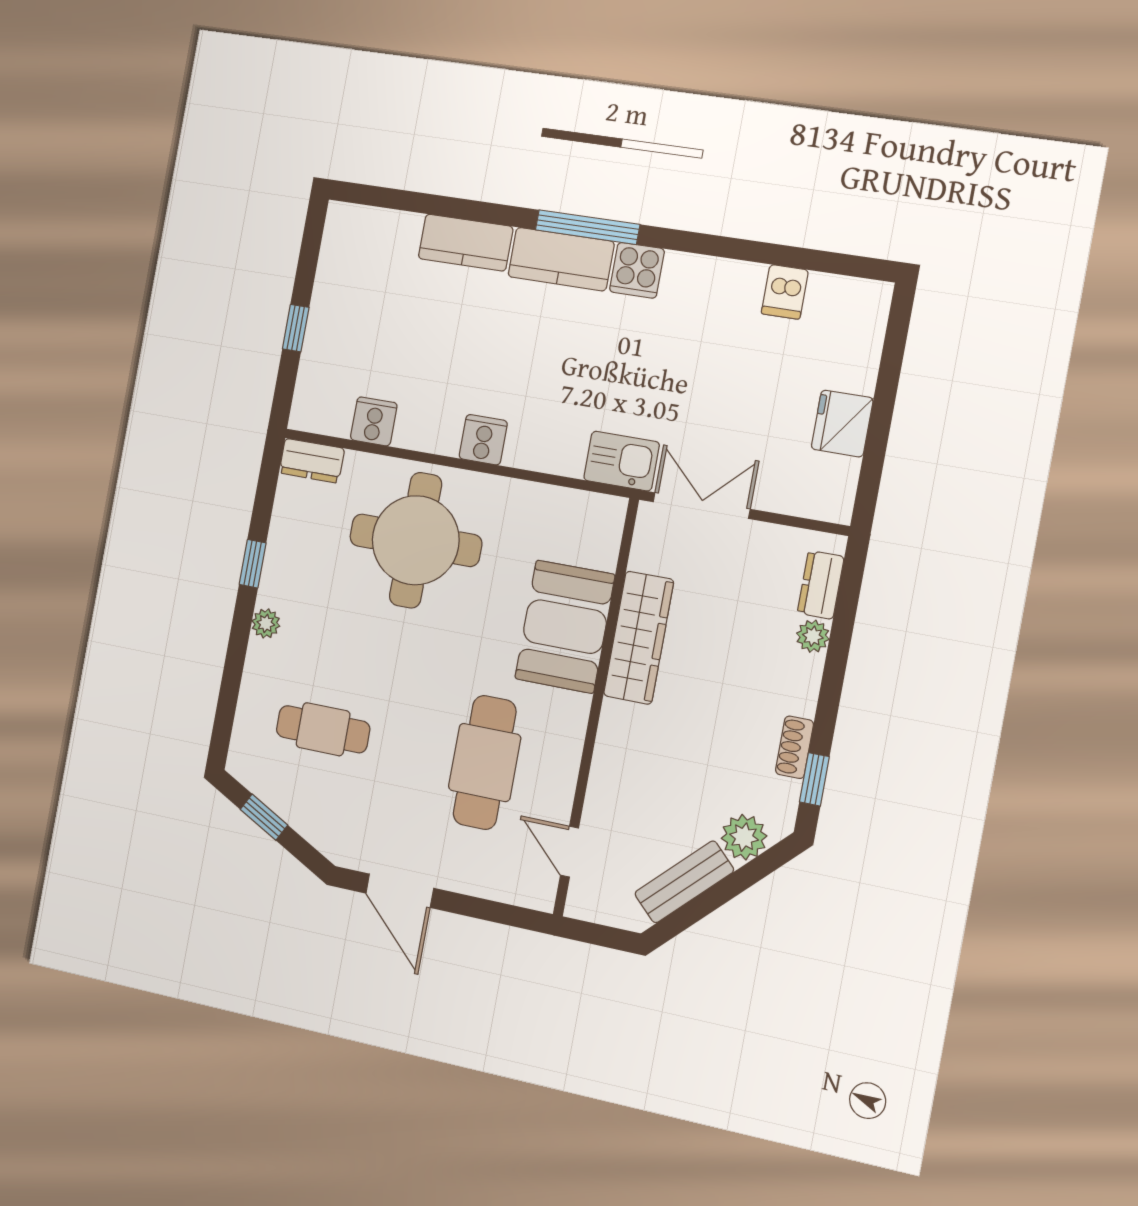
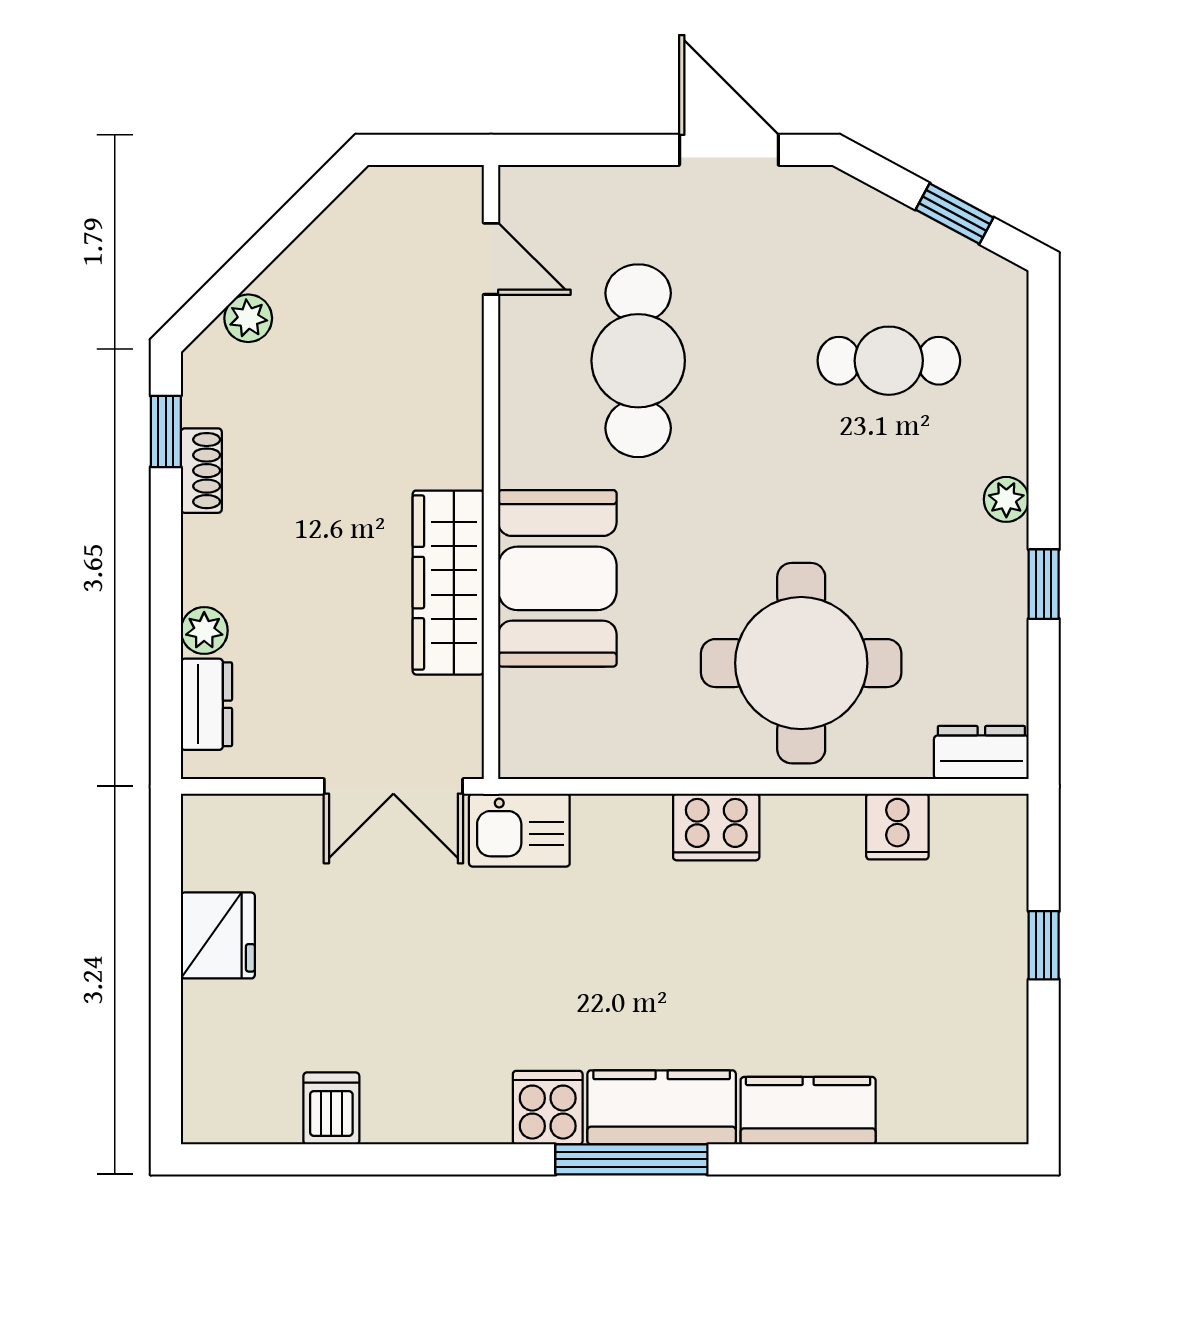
cooker: (483, 440) -> (716, 827), width x1.36
plant: (744, 837) -> (248, 318), width x0.73, depth x0.73
bench: (684, 882) -> (320, 251), removed

